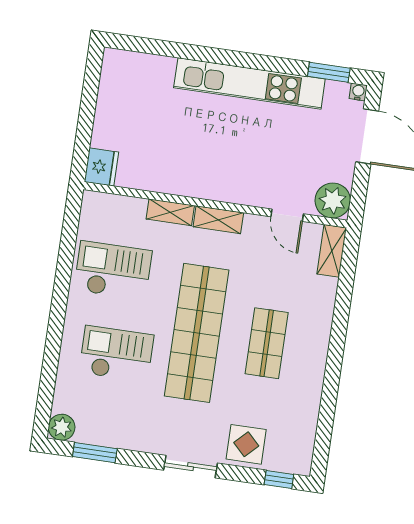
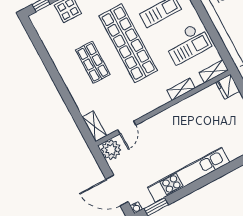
door: (287, 215) -> (127, 127), swing flipped
shelving: (218, 220) -> (214, 71), moved

